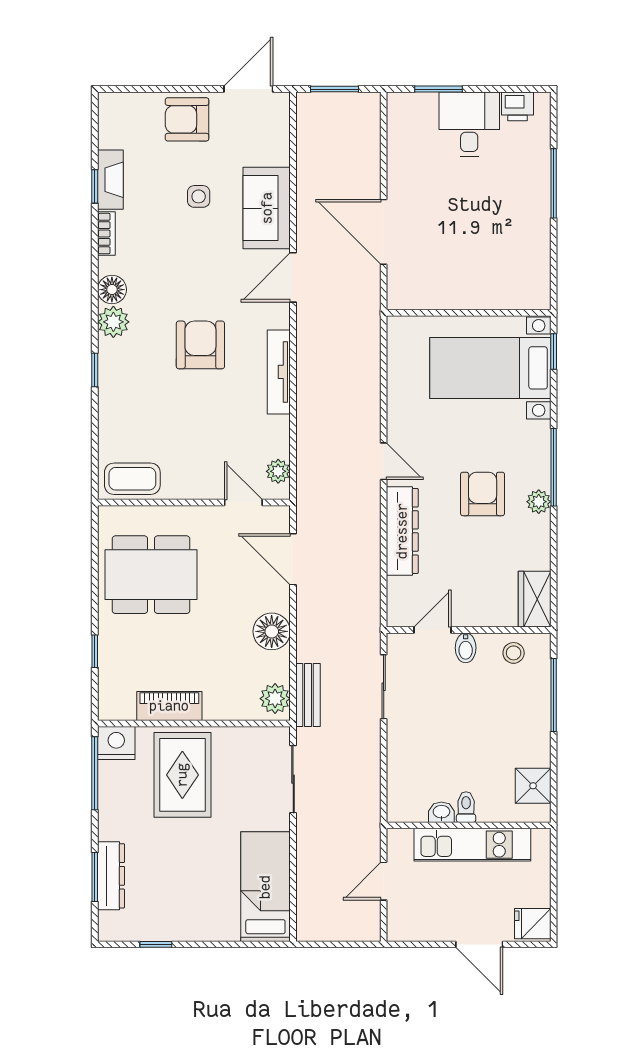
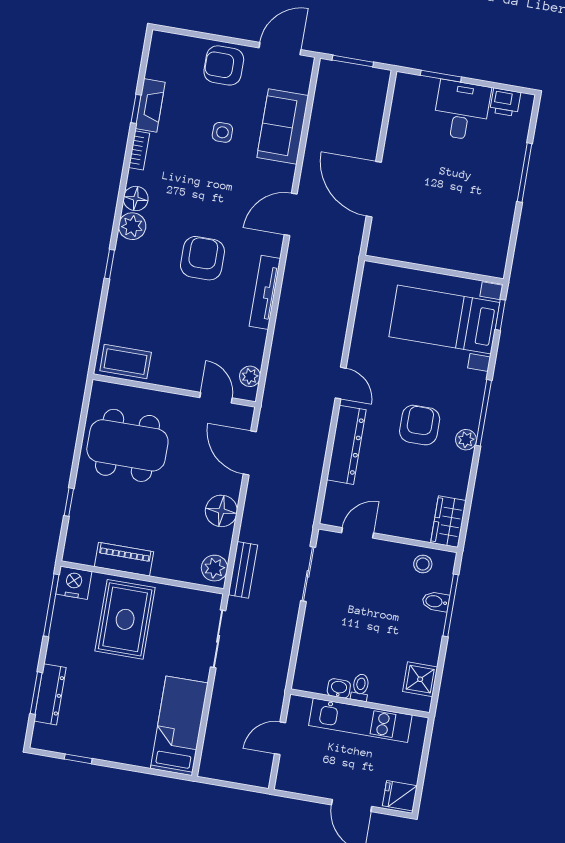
sofa: (267, 208) -> (283, 127), moved
bidet: (466, 648) -> (436, 602), moved, turned 90

